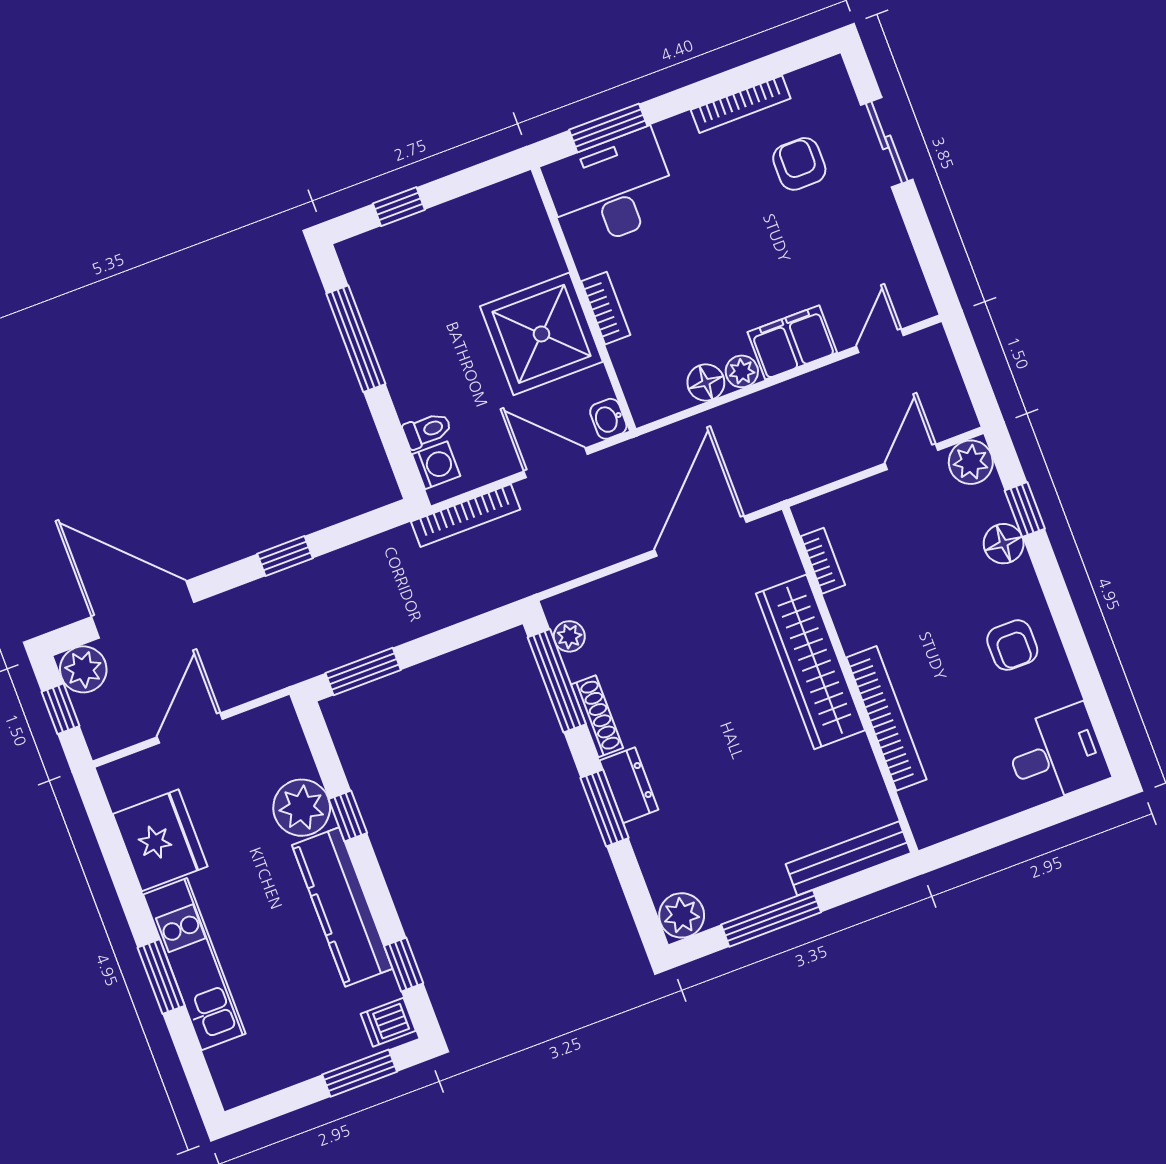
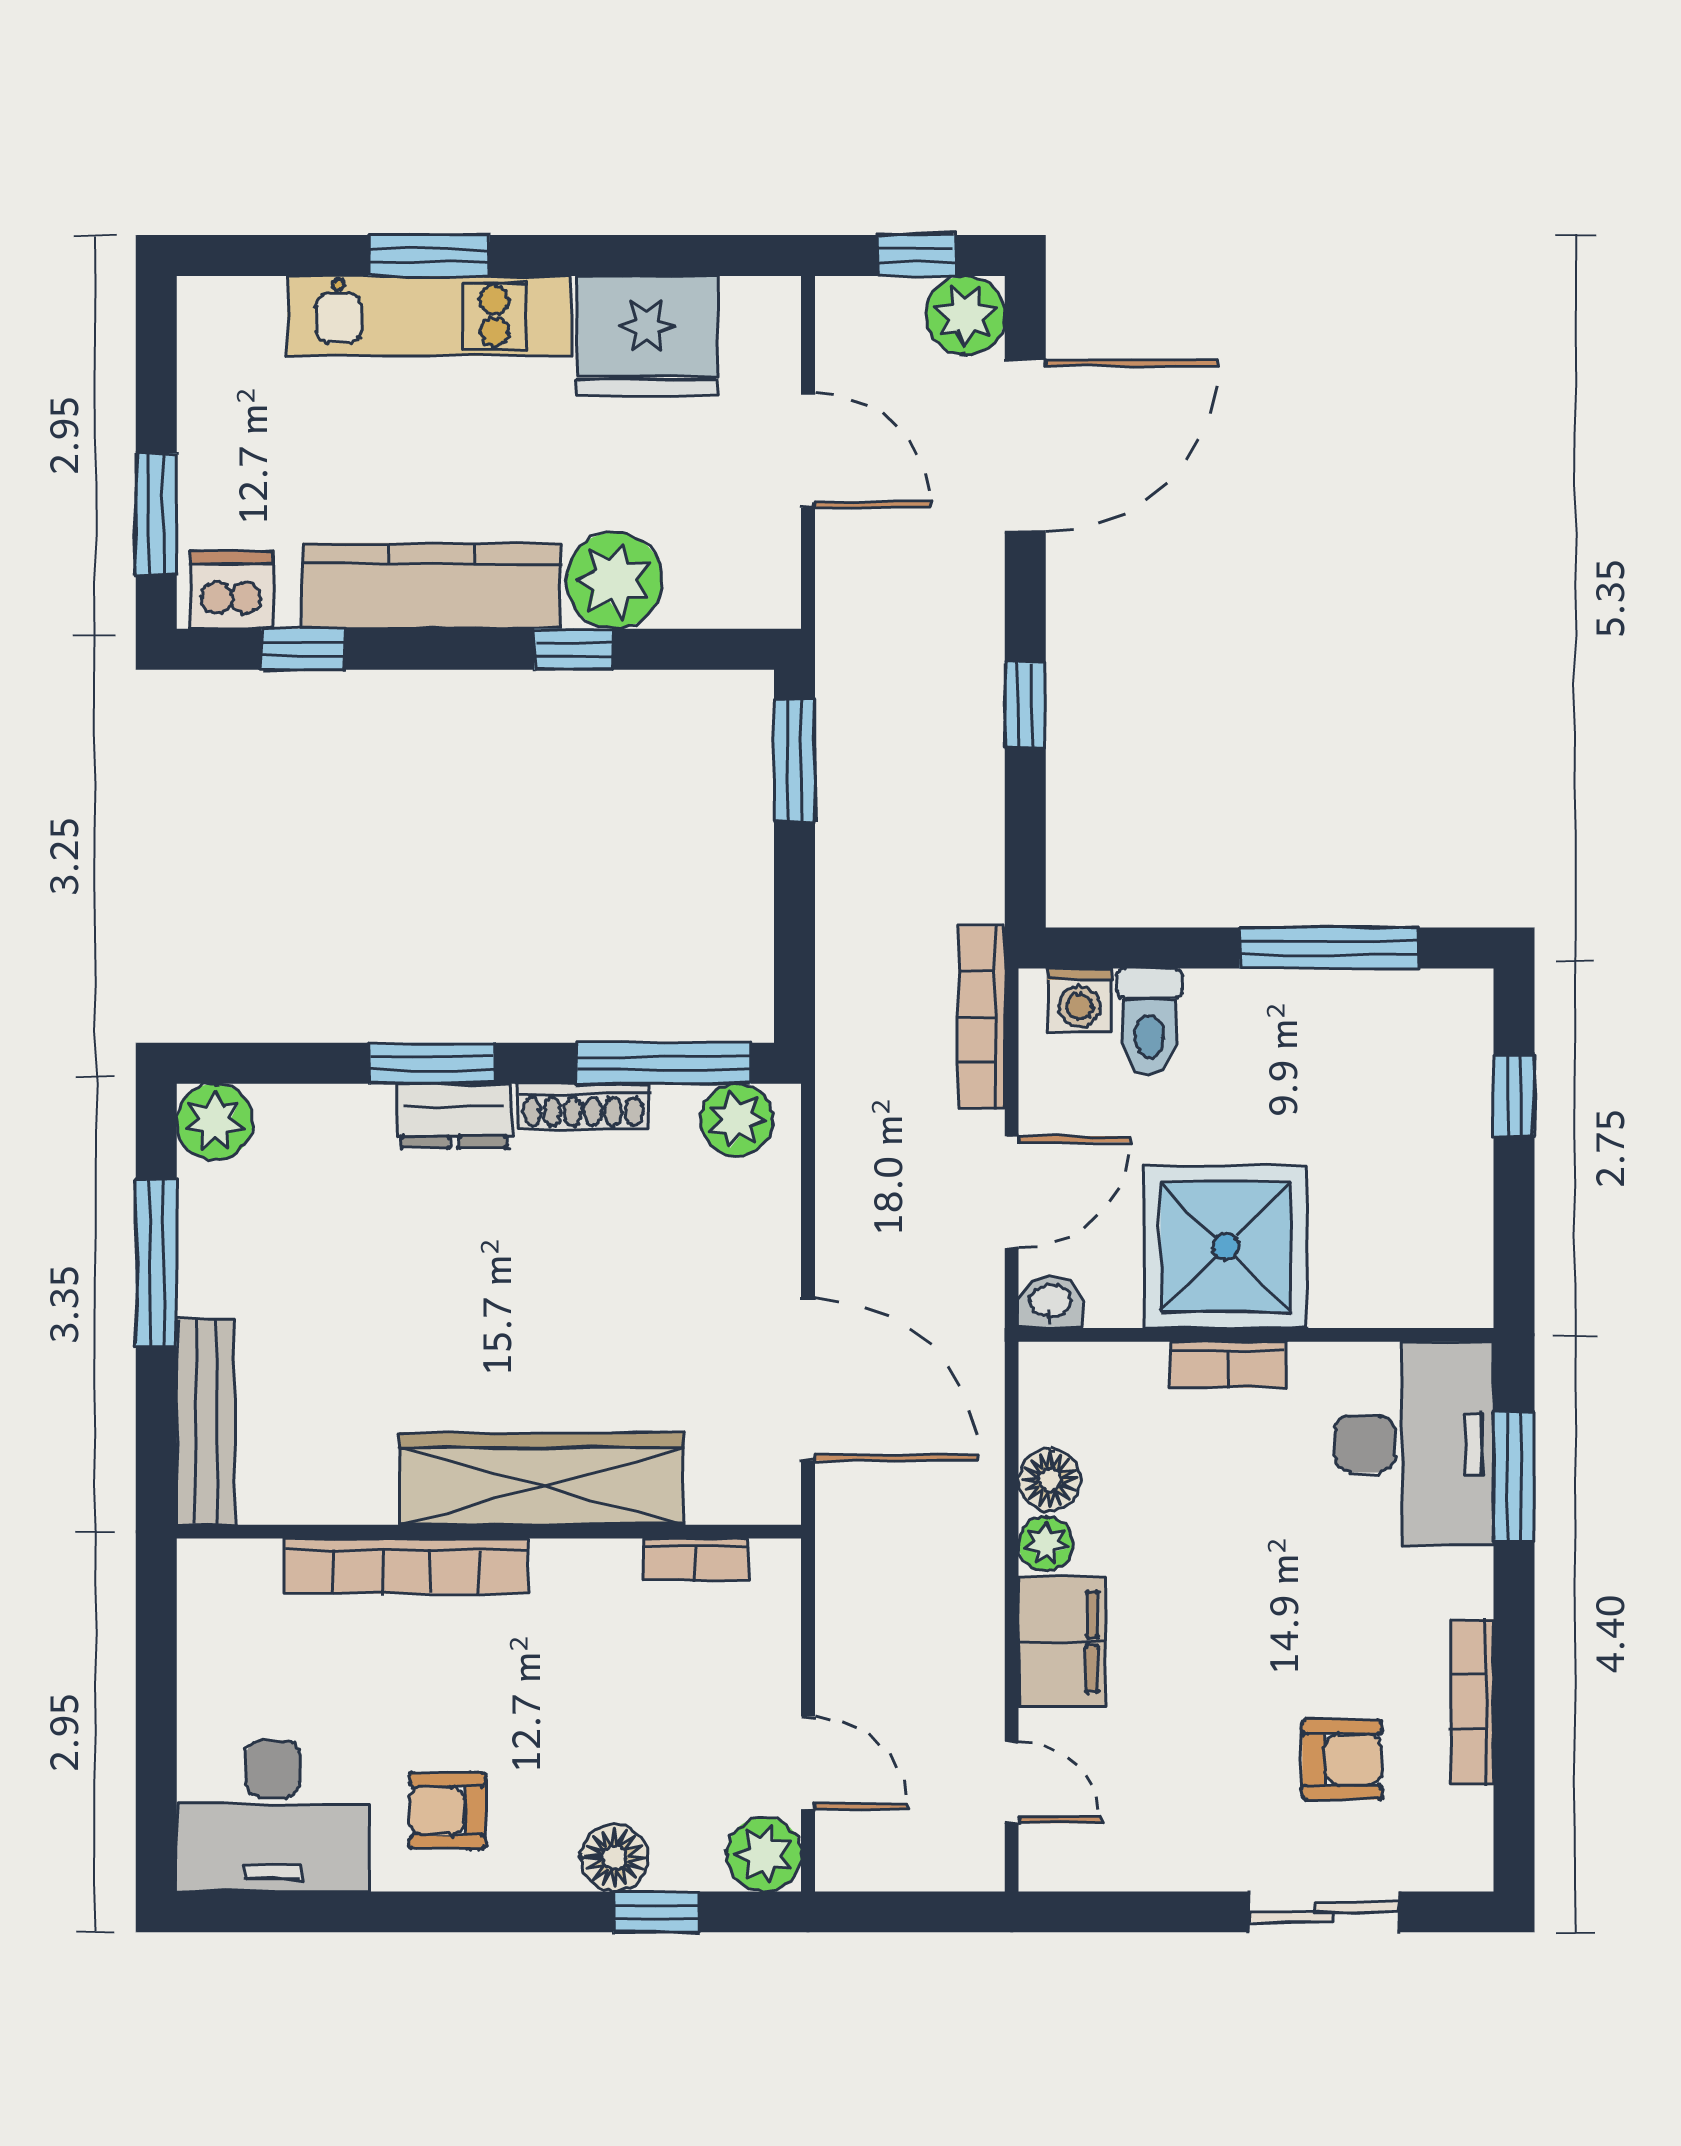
toilet: (427, 430) -> (1149, 1022), width x1.37, depth x1.39
plant: (569, 636) -> (737, 1120), width x1.38, depth x1.38
desk: (1057, 754) -> (273, 1816), width x1.37
dishwasher: (388, 1022) -> (232, 590), width x1.38

